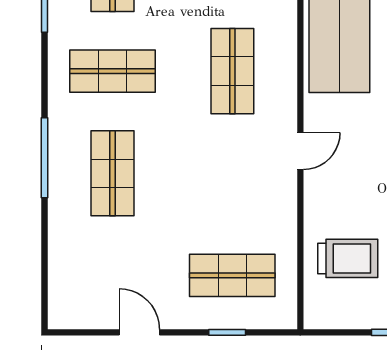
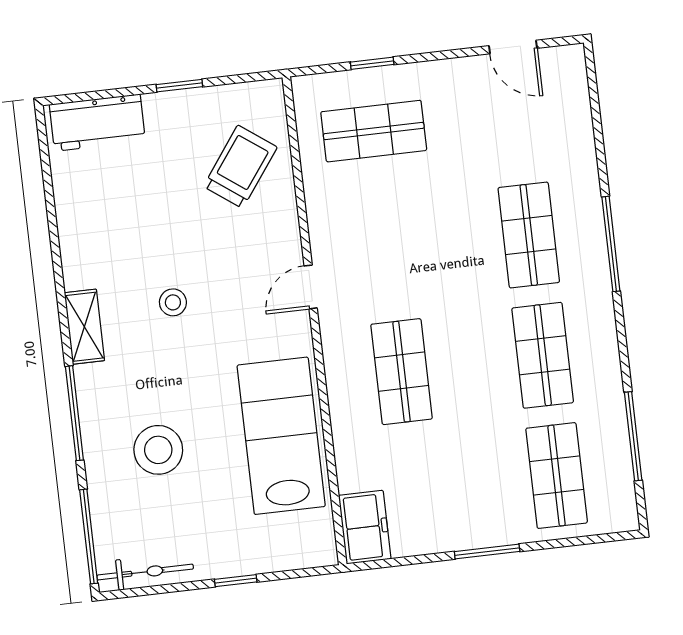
shop shelf: (113, 71) -> (543, 355), turned 90
trolley: (348, 258) -> (240, 167), turned 126
door: (139, 332) -> (513, 47), moved

